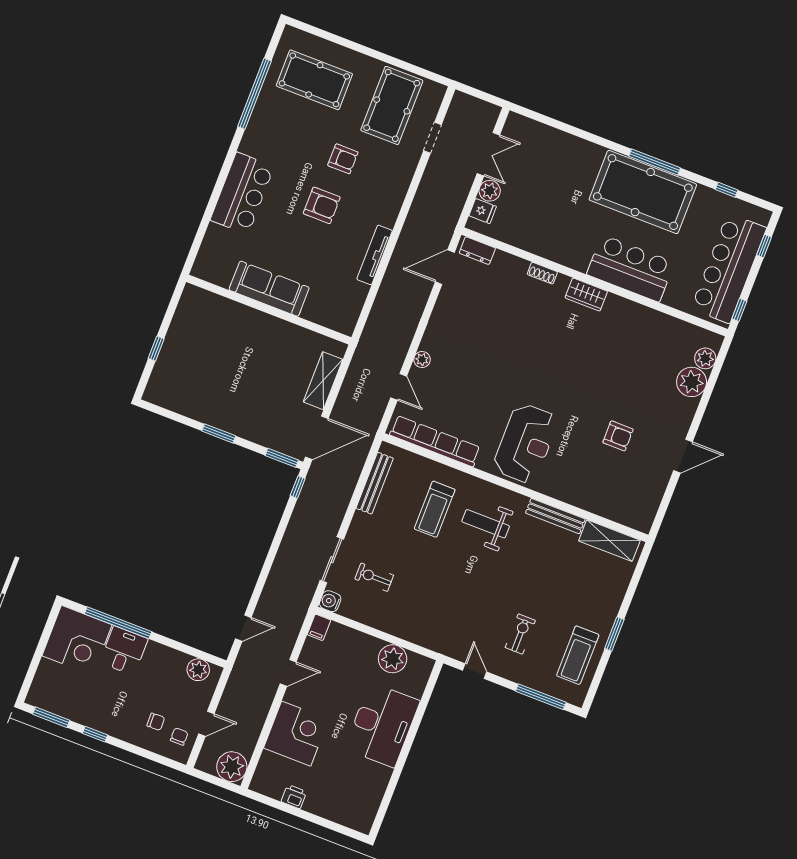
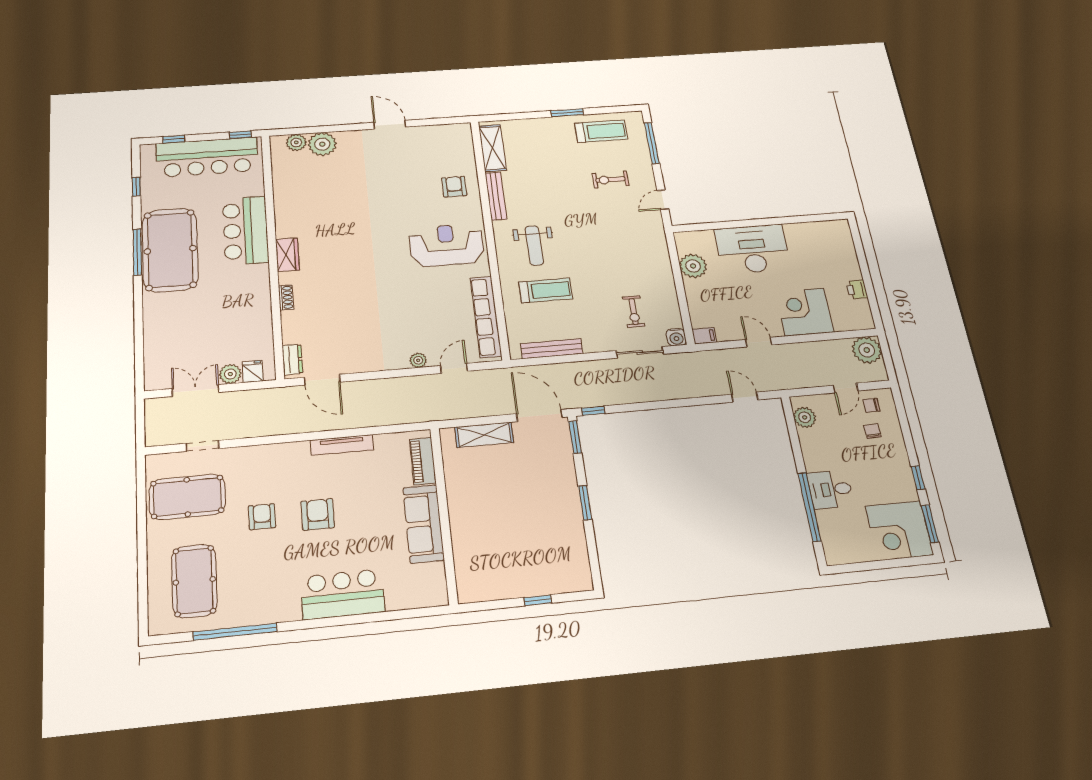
piano: (325, 316) -> (423, 461), added
armchair: (618, 436) -> (454, 187), moved
corner desk: (77, 640) -> (899, 530), moved, turned 180
door: (206, 724) -> (846, 388), swing flipped

